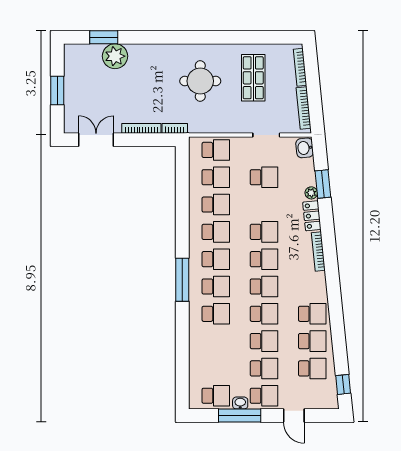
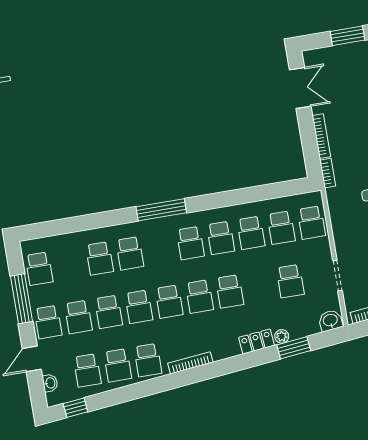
bookcase: (318, 252) -> (190, 363), moved
school desk: (216, 286) -> (100, 258), moved
washbasin: (240, 403) -> (50, 383), moved

